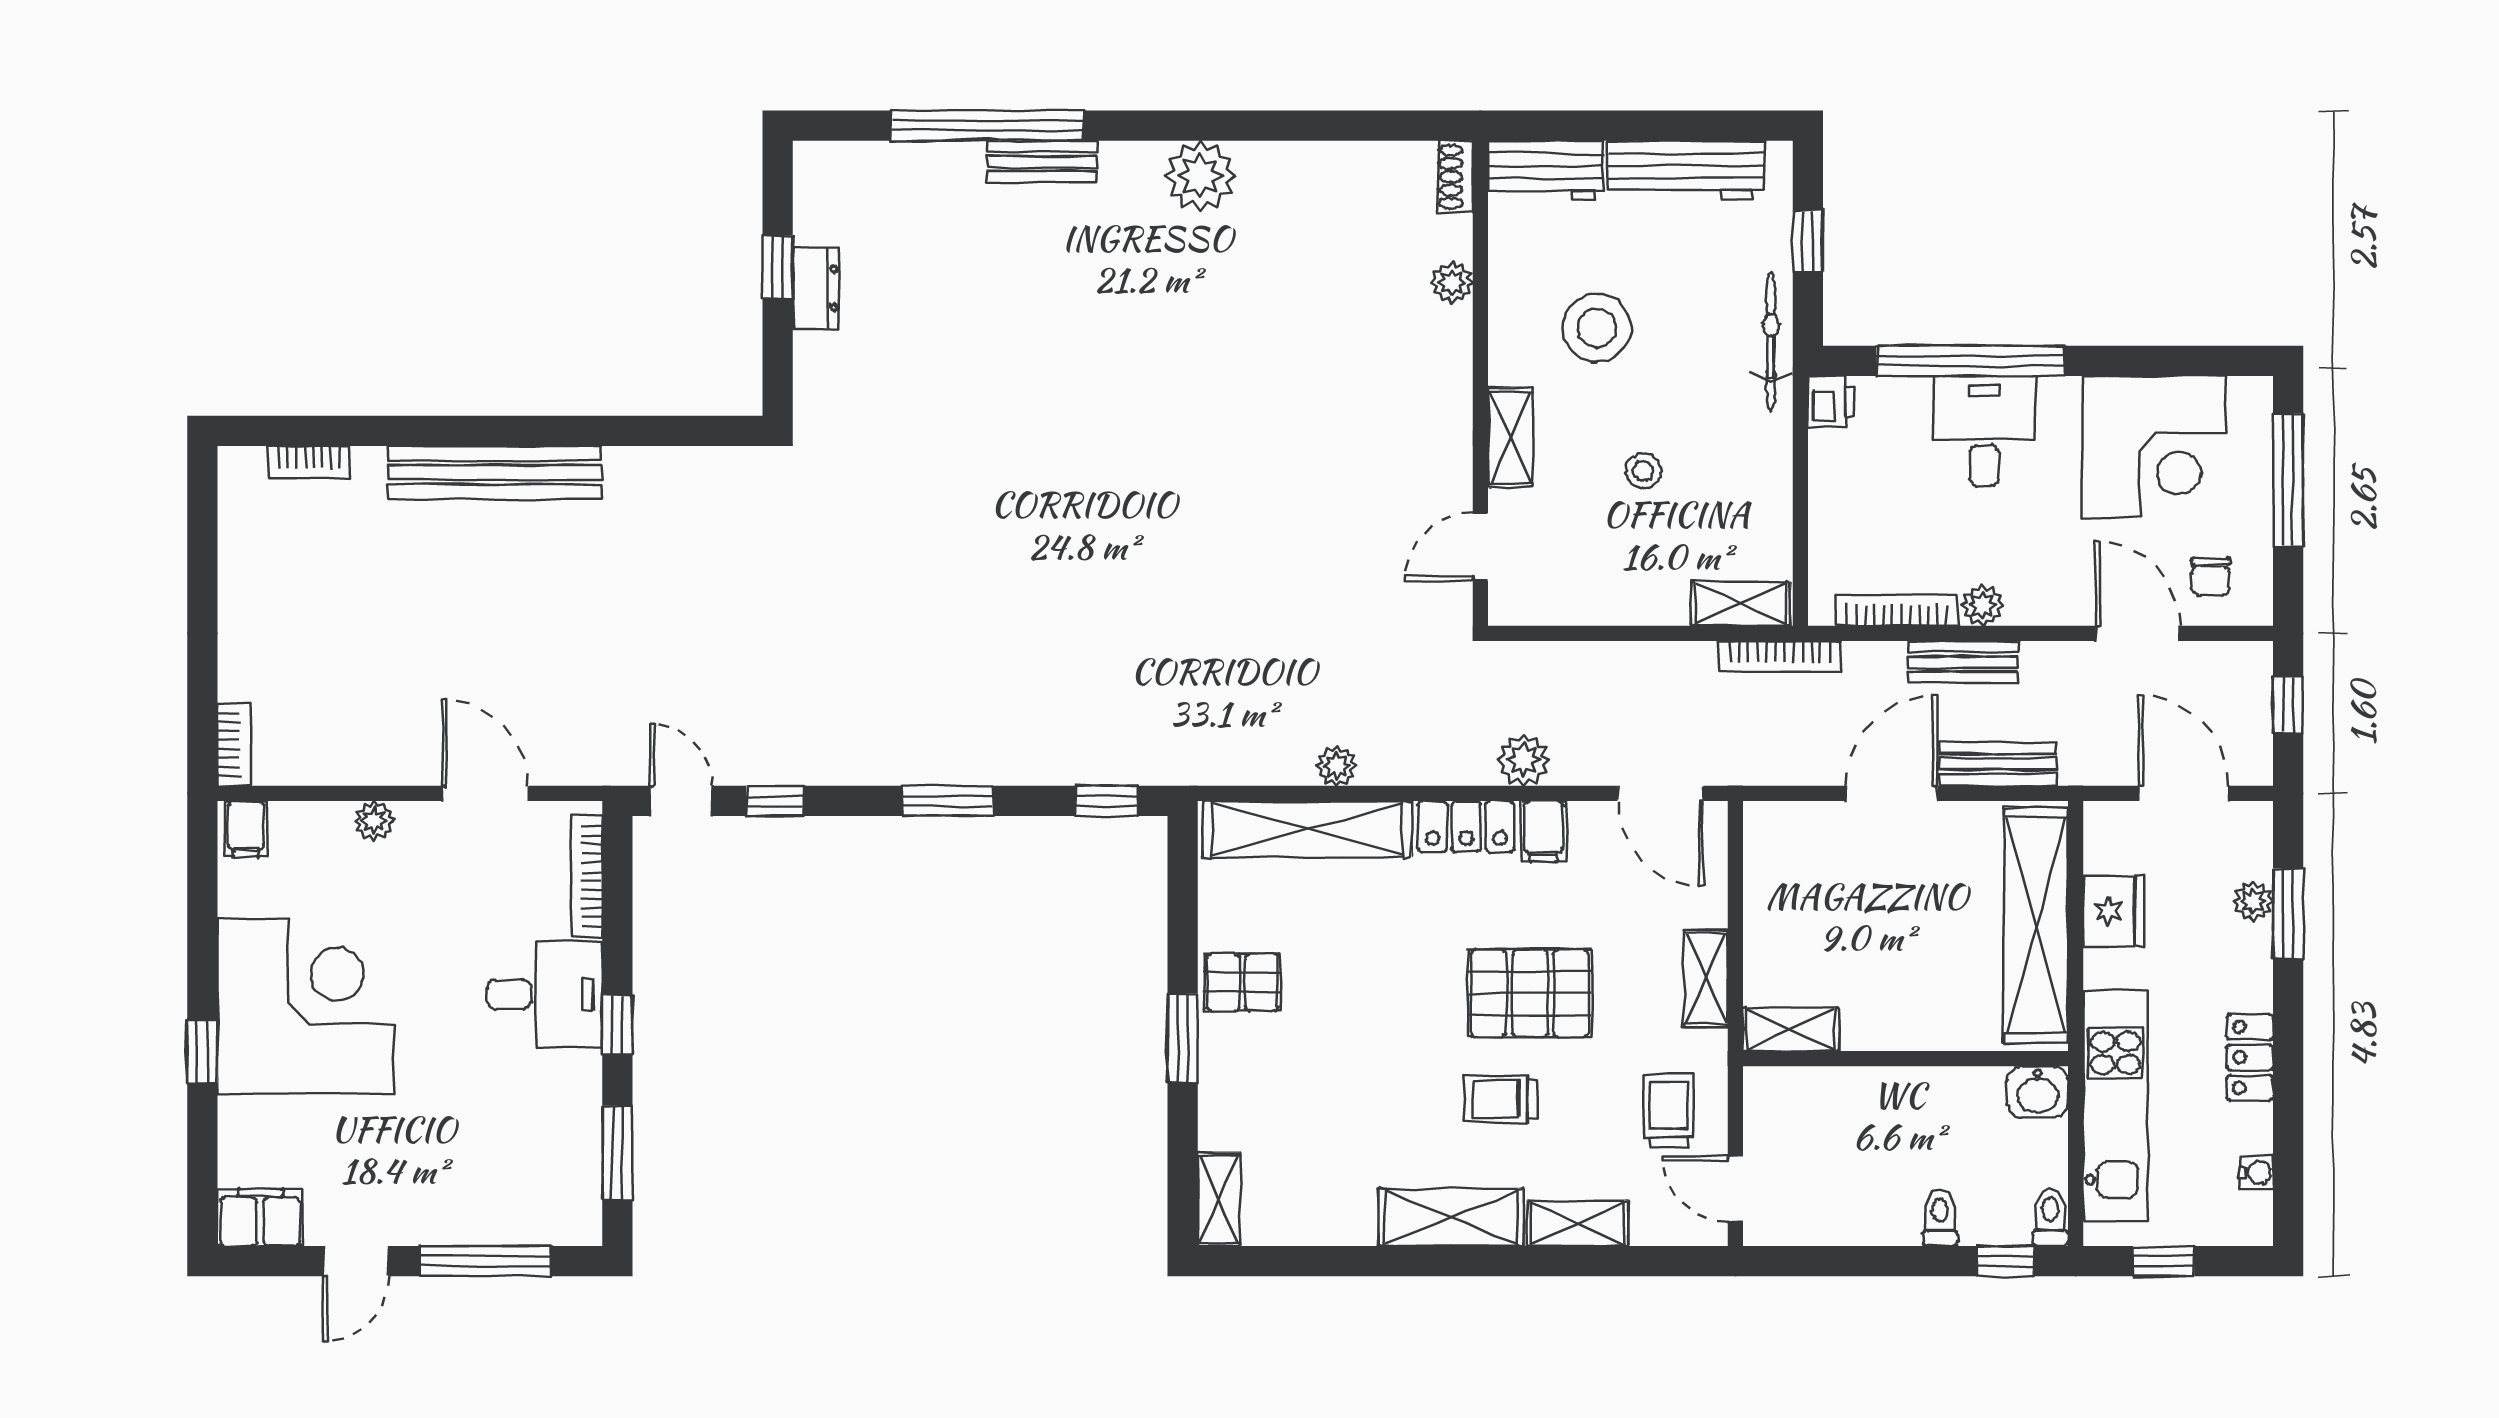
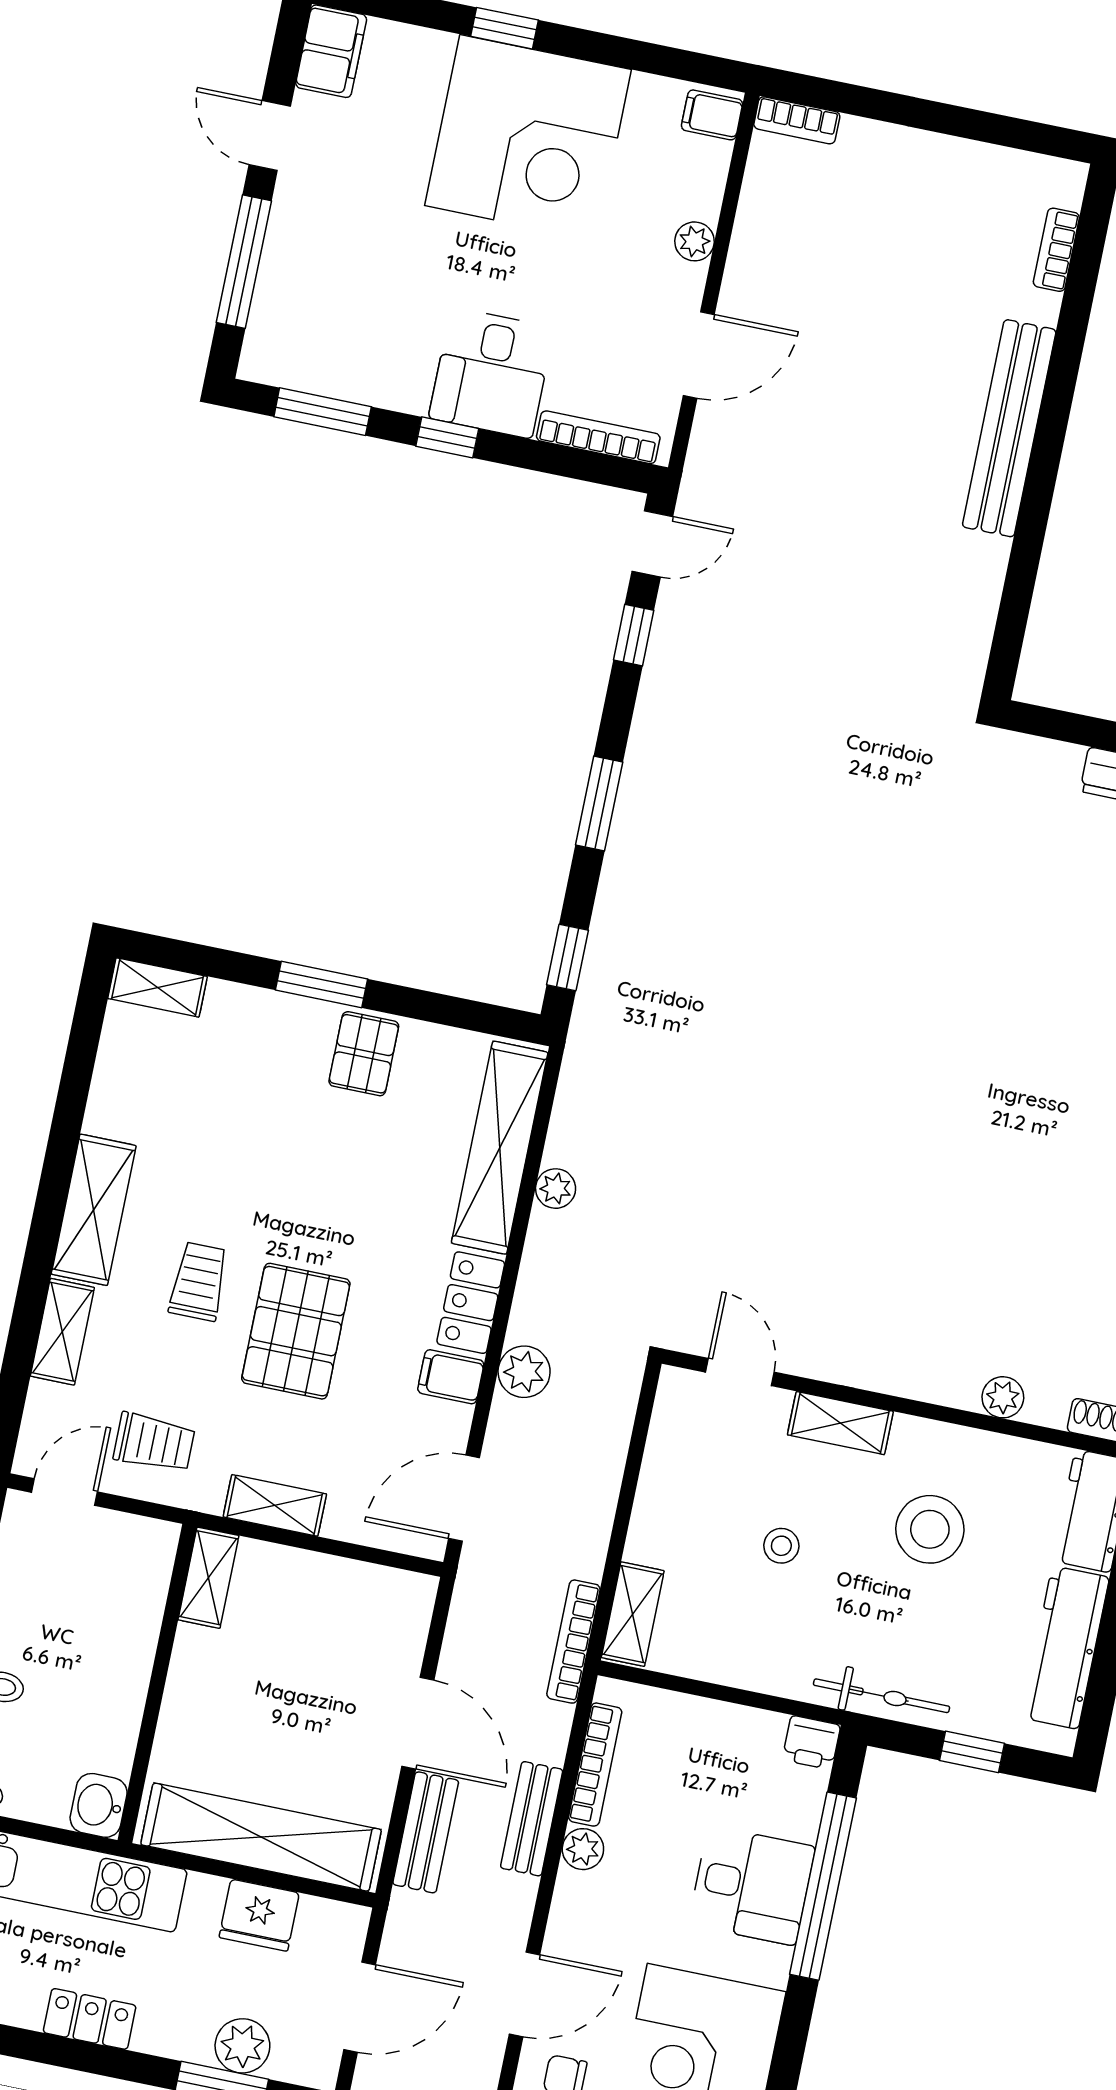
plant: (2253, 901) -> (242, 2046), width x1.38, depth x1.38

